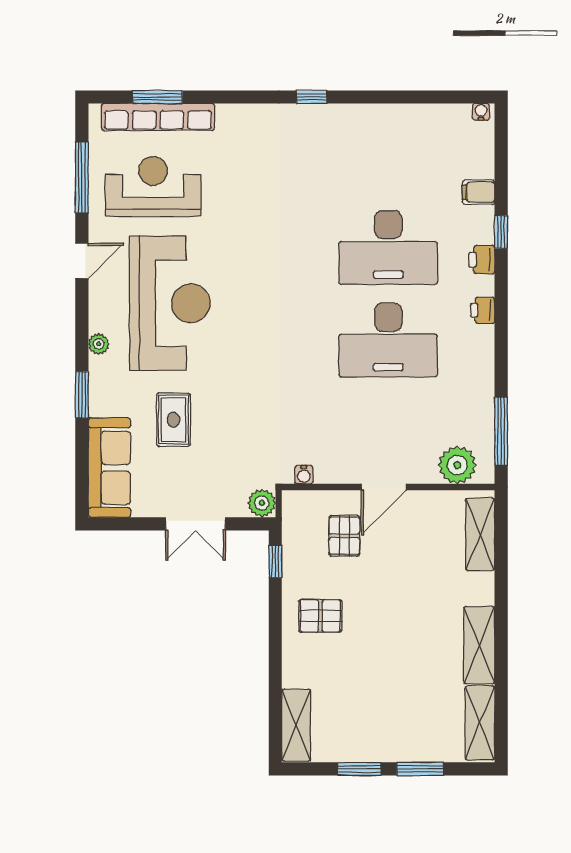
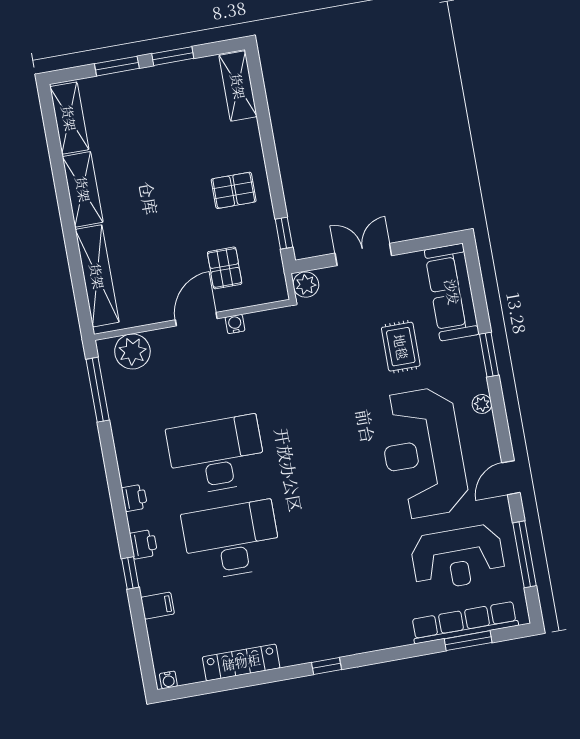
locker: (401, 117) -> (241, 662), added
water cooler: (304, 475) -> (235, 324), moved
shelving: (480, 534) -> (97, 276), width x1.47

